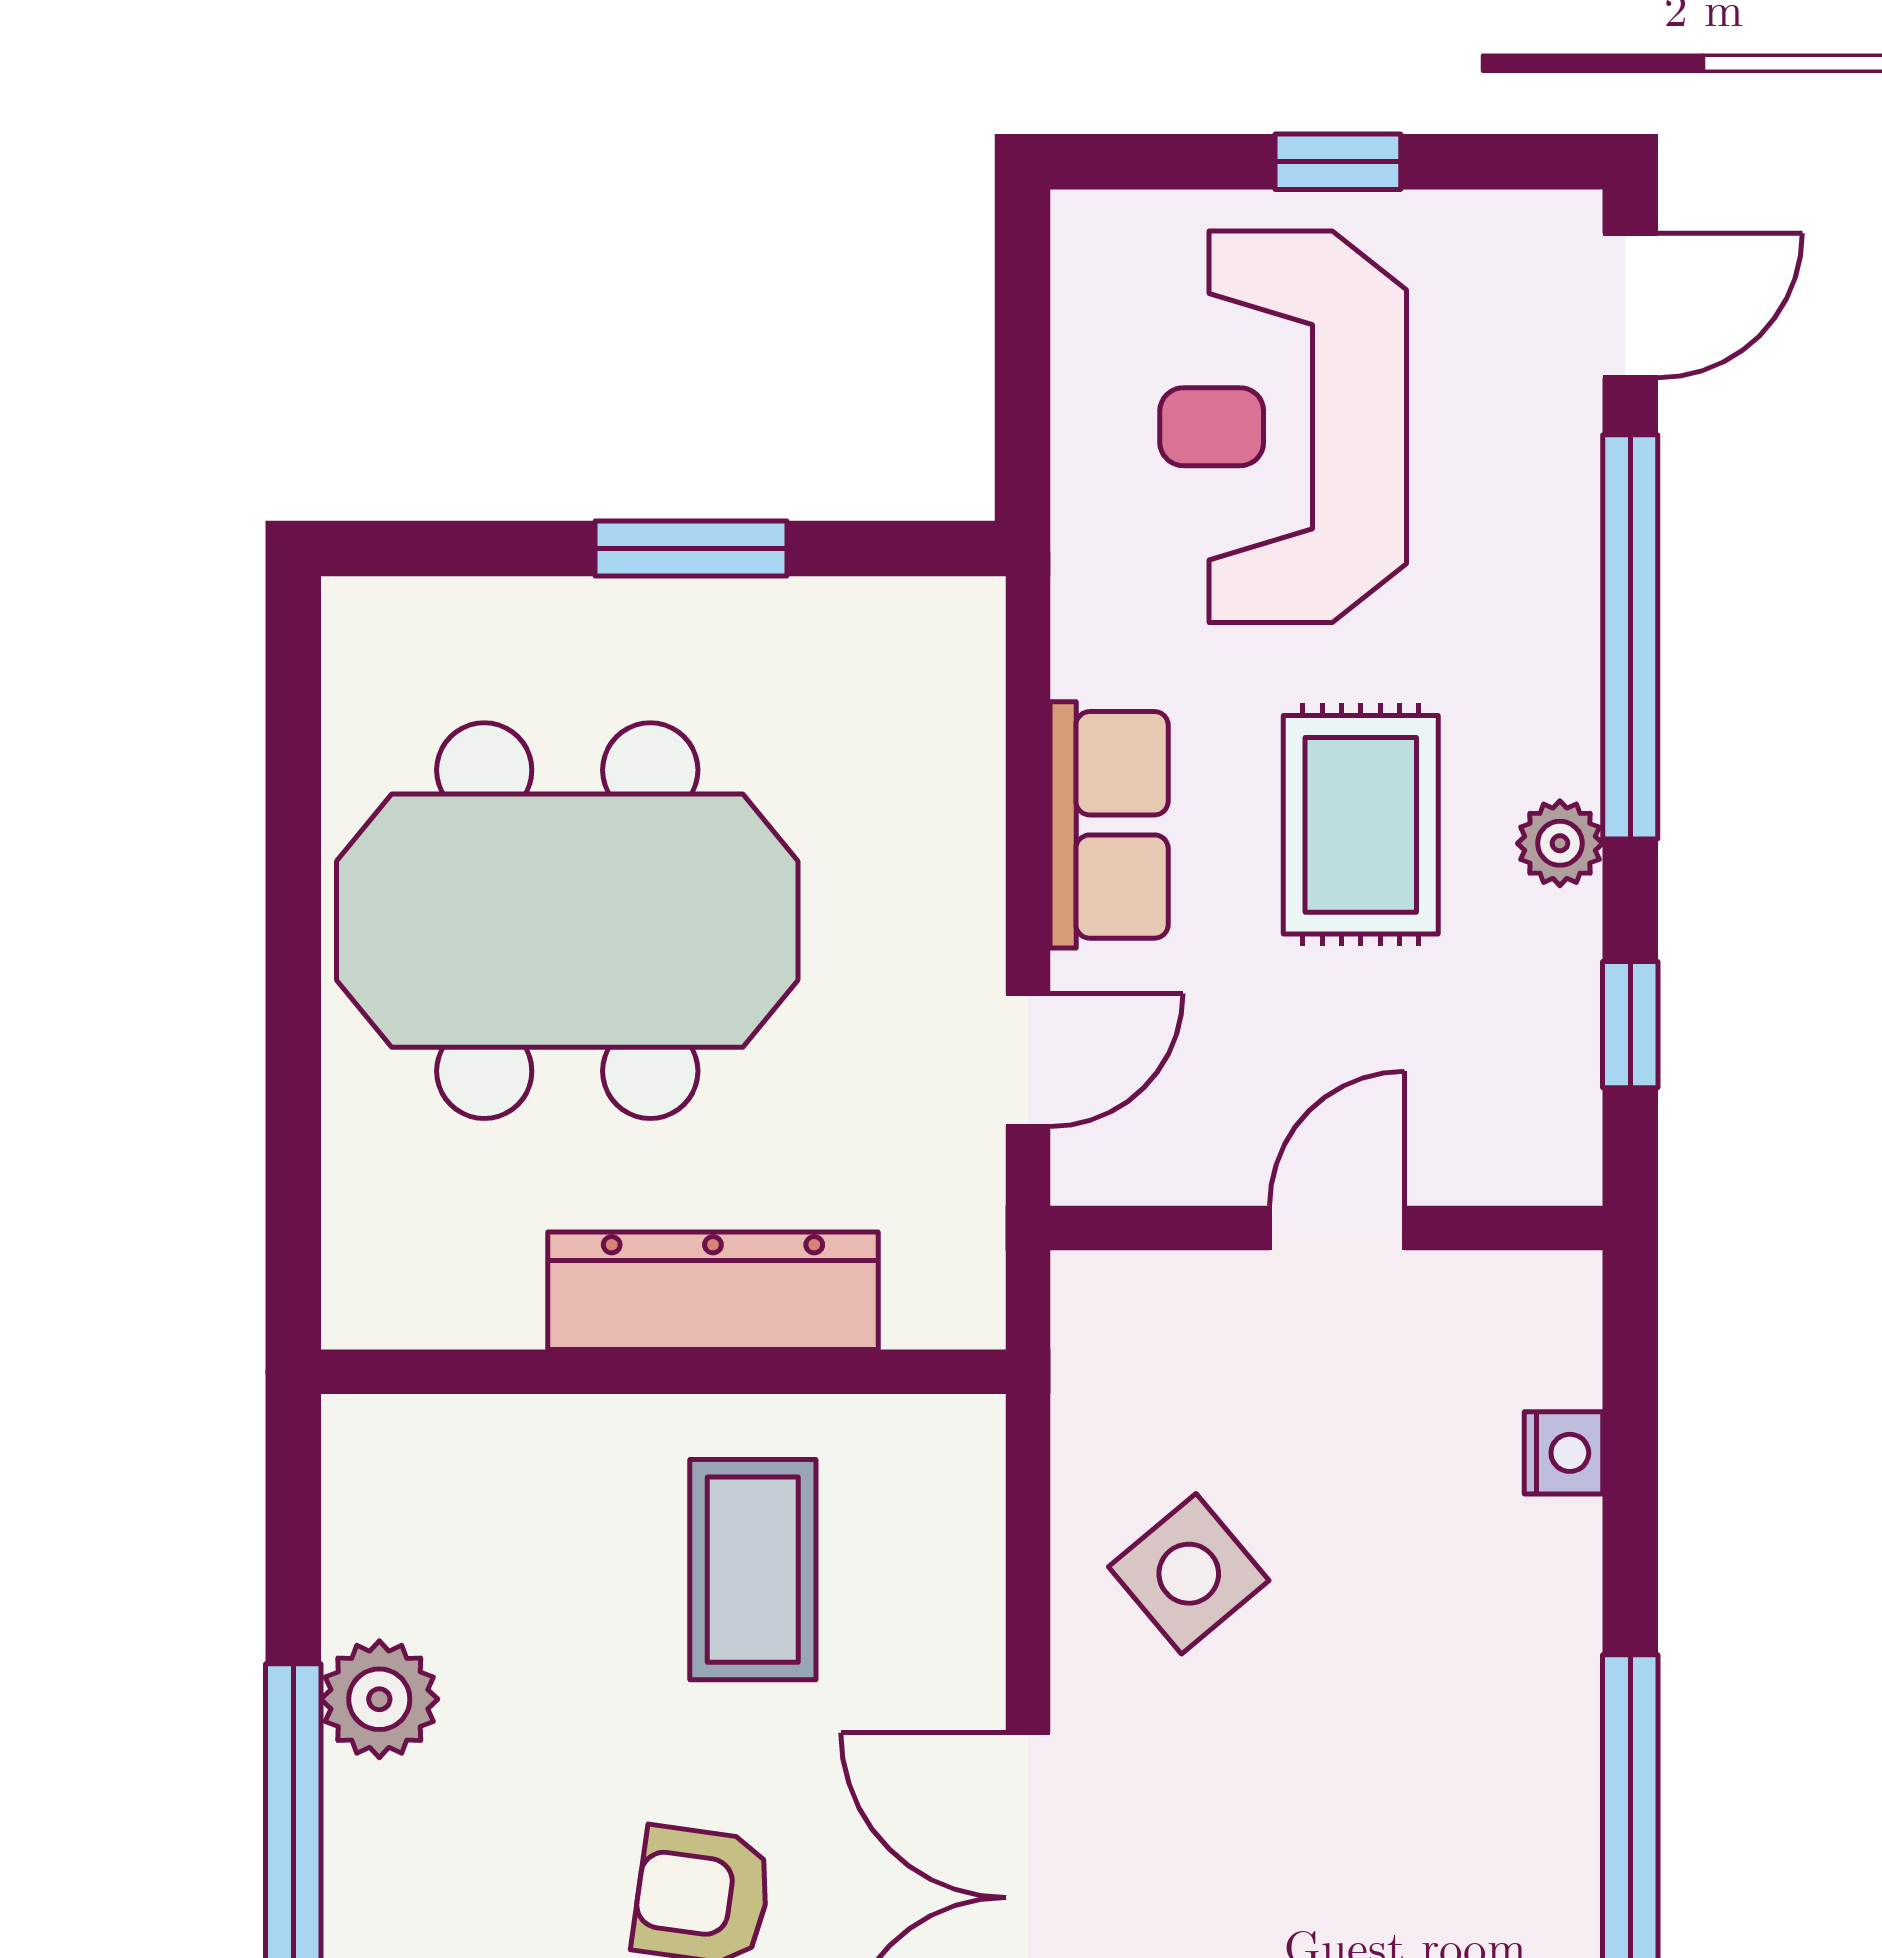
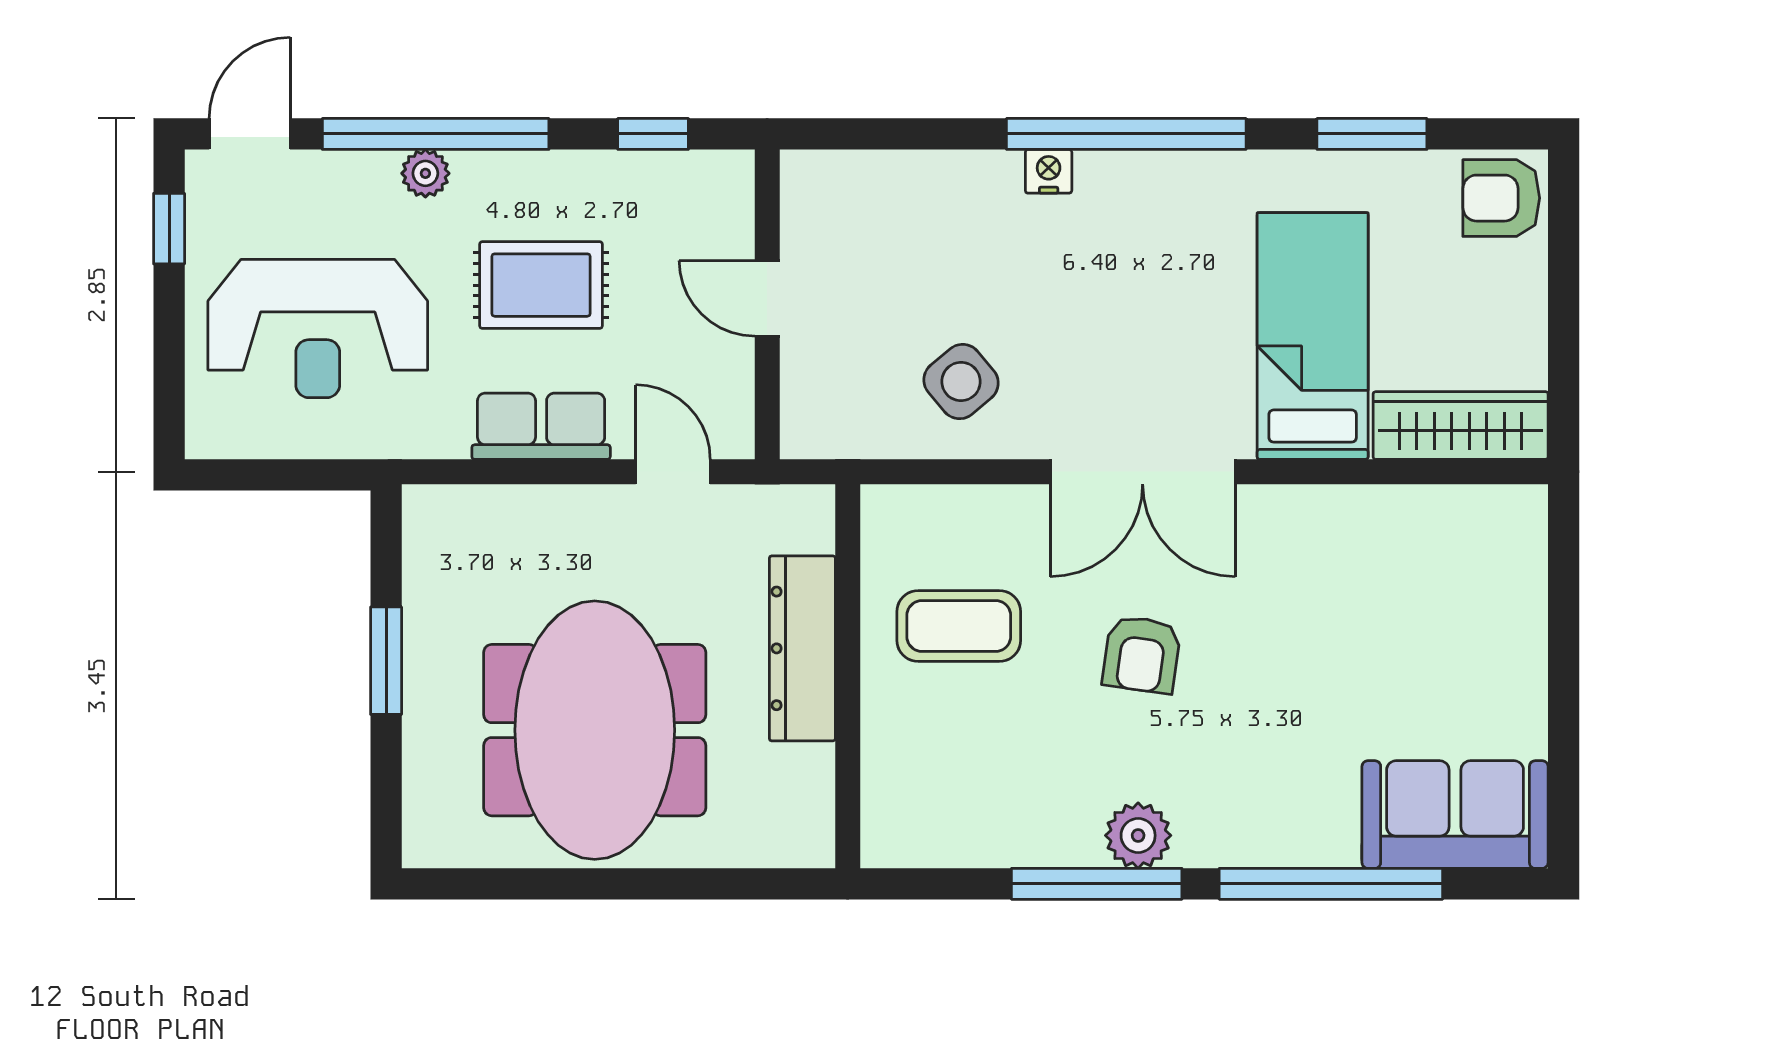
window: (1338, 162) -> (169, 229), moved
door: (1630, 305) -> (250, 134), hinge flipped
plant: (1560, 843) -> (425, 173), moved
nightstand: (1564, 1453) -> (1049, 171), moved
plant: (379, 1699) -> (1138, 835), moved

